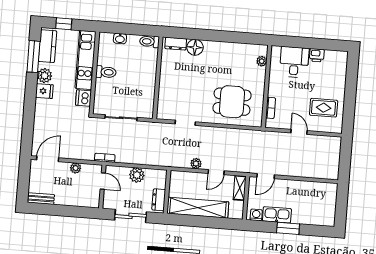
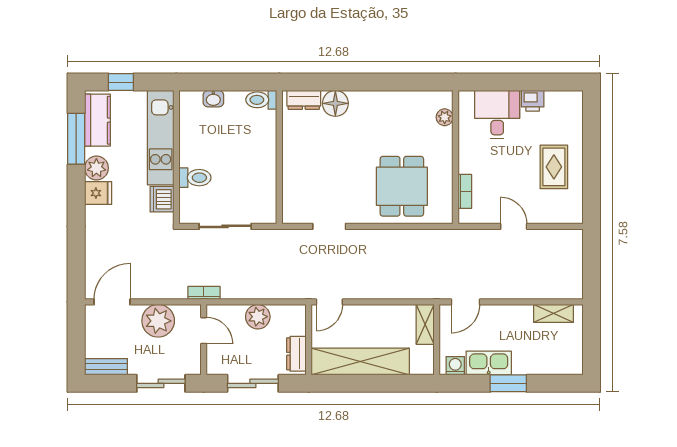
toilet: (106, 72) -> (195, 178), moved
dining table: (232, 102) -> (402, 186), turned 90
rug: (324, 108) -> (554, 167), moved, turned 90
plant: (196, 164) -> (352, 291), removed
plant: (76, 168) -> (158, 321), width x1.88, depth x1.88
door: (216, 172) -> (329, 302), moved
shelving: (319, 187) -> (553, 313), added
sliding door: (74, 211) -> (161, 383), added

